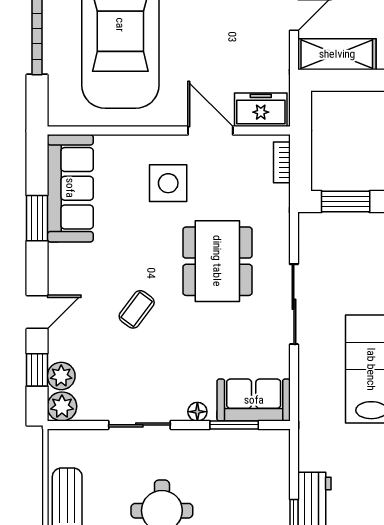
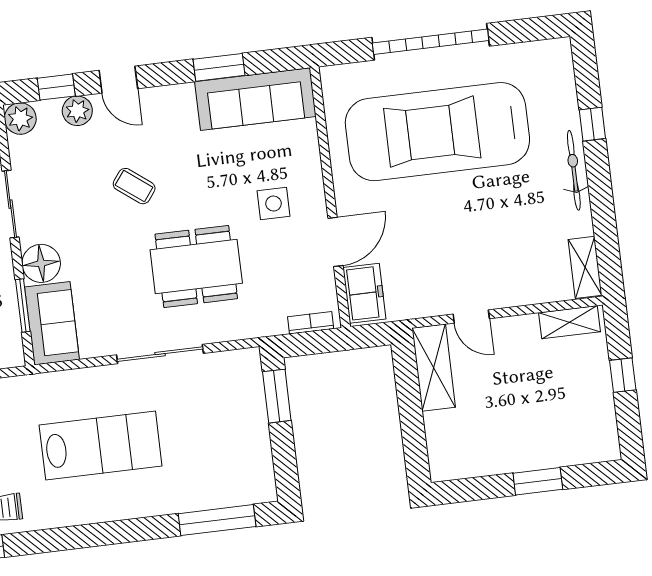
side table: (168, 183) -> (274, 204), width x0.73, depth x0.73
plant: (61, 376) -> (77, 111), moved
floor lamp: (197, 412) -> (41, 263), width x1.89, depth x1.89

